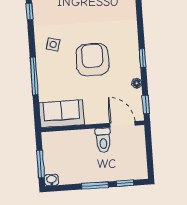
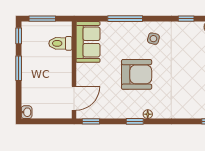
floor lamp: (137, 83) -> (148, 114), moved
toilet: (103, 140) -> (60, 43), moved
washbasin: (52, 180) -> (27, 112), moved
window: (125, 183) -> (19, 36), moved

